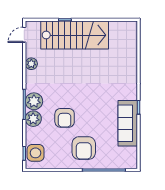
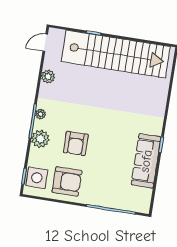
stairs: (75, 35) -> (116, 54), width x1.36
plant: (34, 101) -> (40, 114), width x0.53, depth x0.53
armchair: (84, 148) -> (67, 181), moved, turned -90

